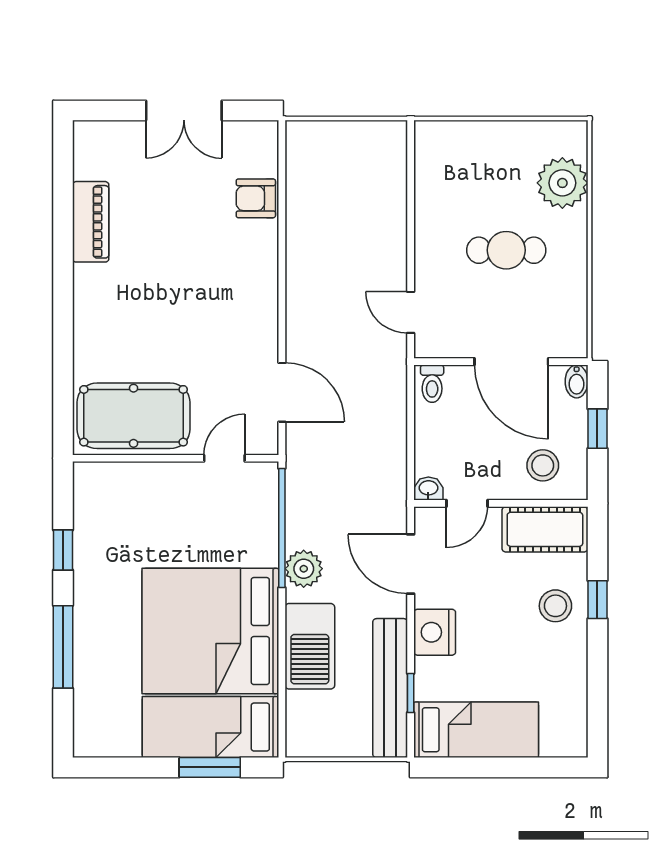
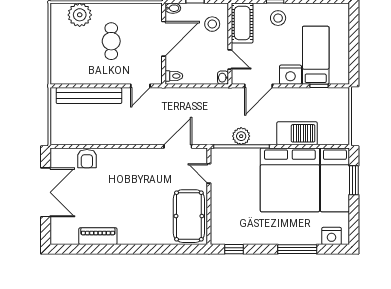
double door: (184, 111) -> (46, 192), width x1.37
window: (63, 550) -> (234, 249), moved
plant: (304, 569) -> (241, 136), moved
bench: (390, 688) -> (89, 96), moved
nightstand: (91, 720) -> (332, 236), added
bed: (476, 730) -> (316, 55), moved

